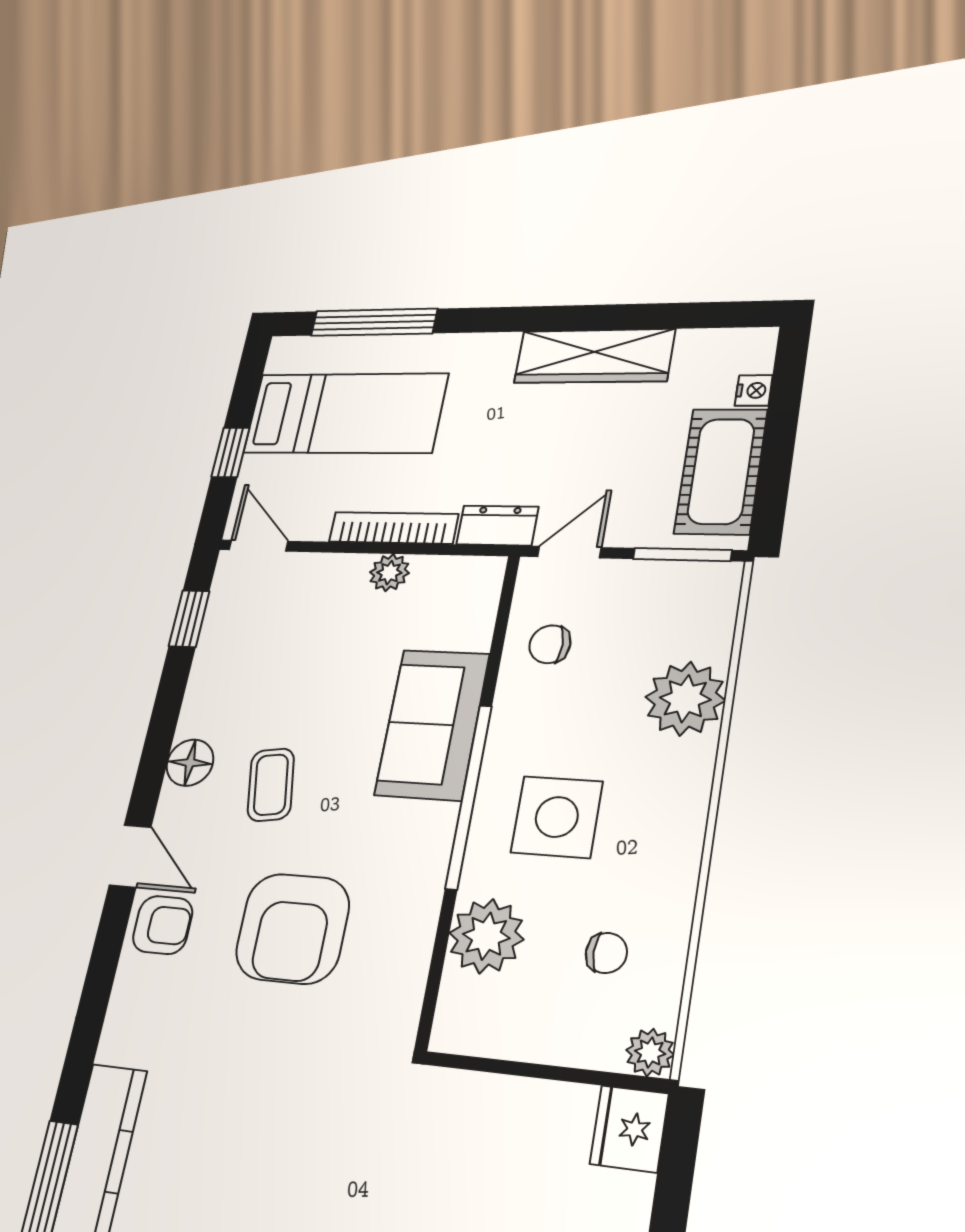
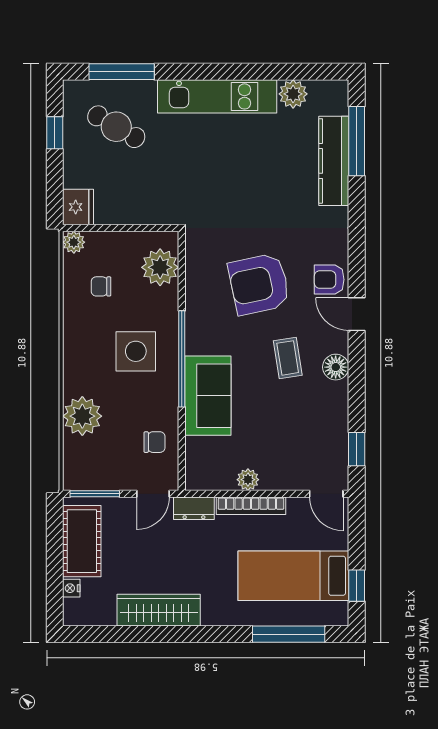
window: (230, 452) -> (357, 586), moved
armchair: (292, 928) -> (259, 284), turned -102
plant: (486, 936) -> (160, 267), moved

